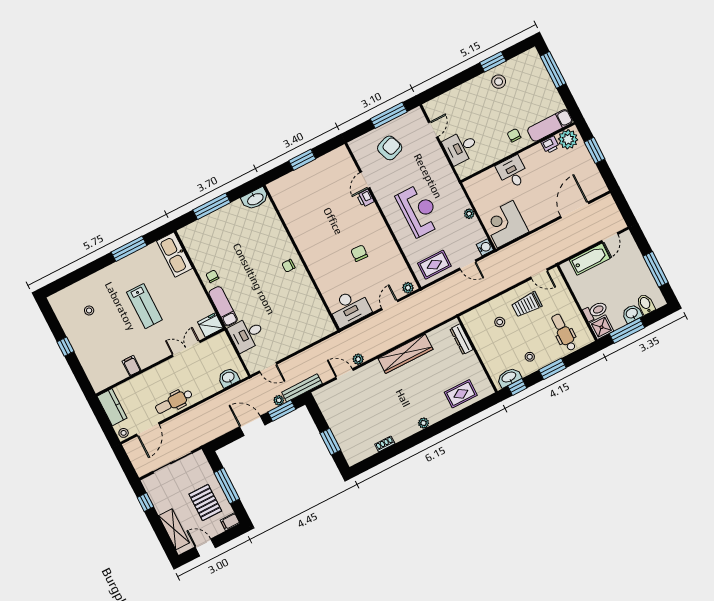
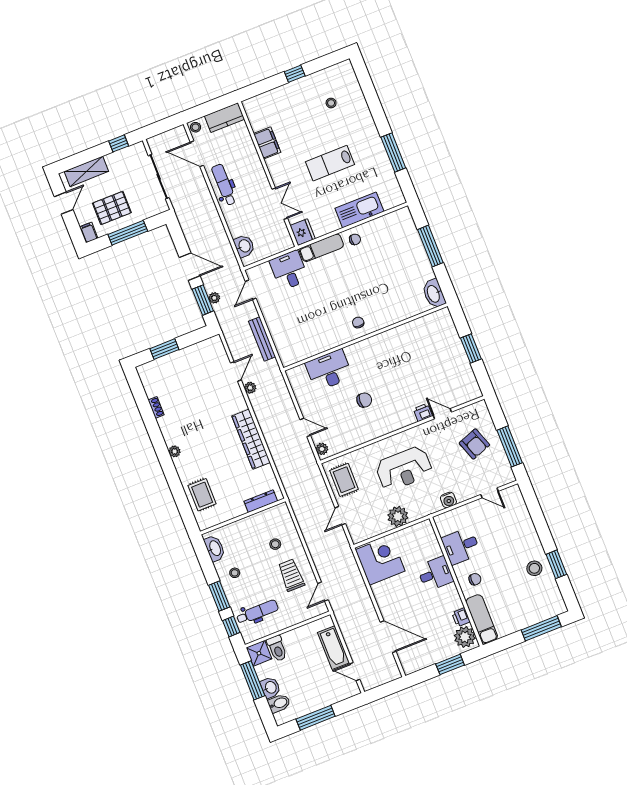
desk: (461, 147) -> (461, 546), moved, turned -90
plant: (469, 214) -> (398, 516), width x1.88, depth x1.88
water cooler: (485, 247) -> (448, 500), moved
kitchen sink: (174, 255) -> (359, 210), moved
desk: (349, 308) -> (329, 370), moved, turned 90
filing cabinet: (132, 366) -> (267, 143), width x2.00
window: (517, 387) -> (231, 626), moved
bench: (302, 388) -> (262, 339), moved
door: (252, 426) -> (190, 267), hinge flipped

